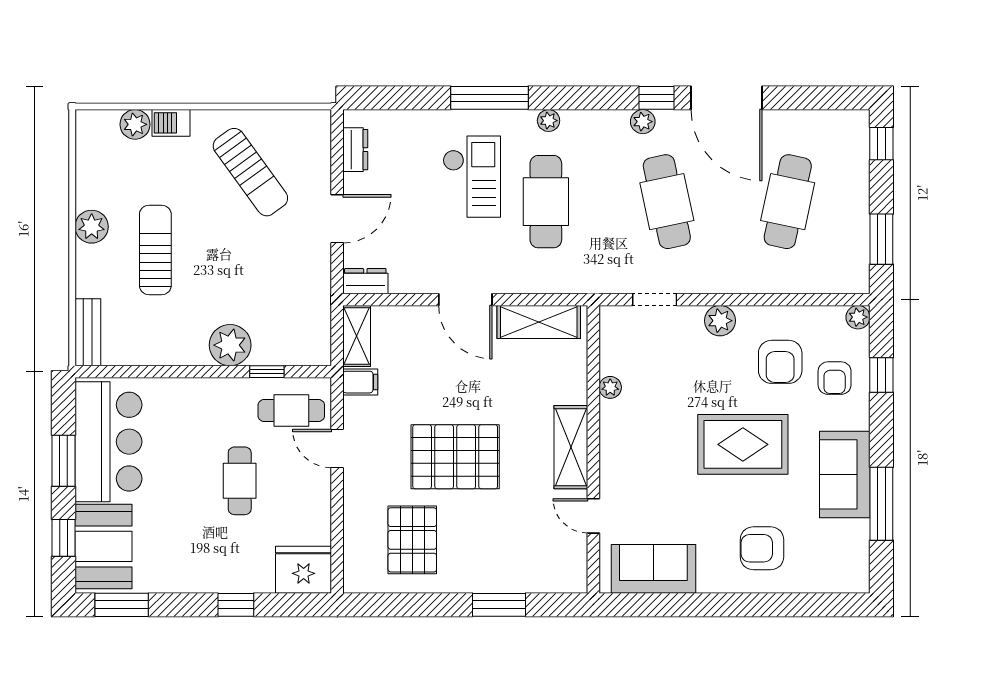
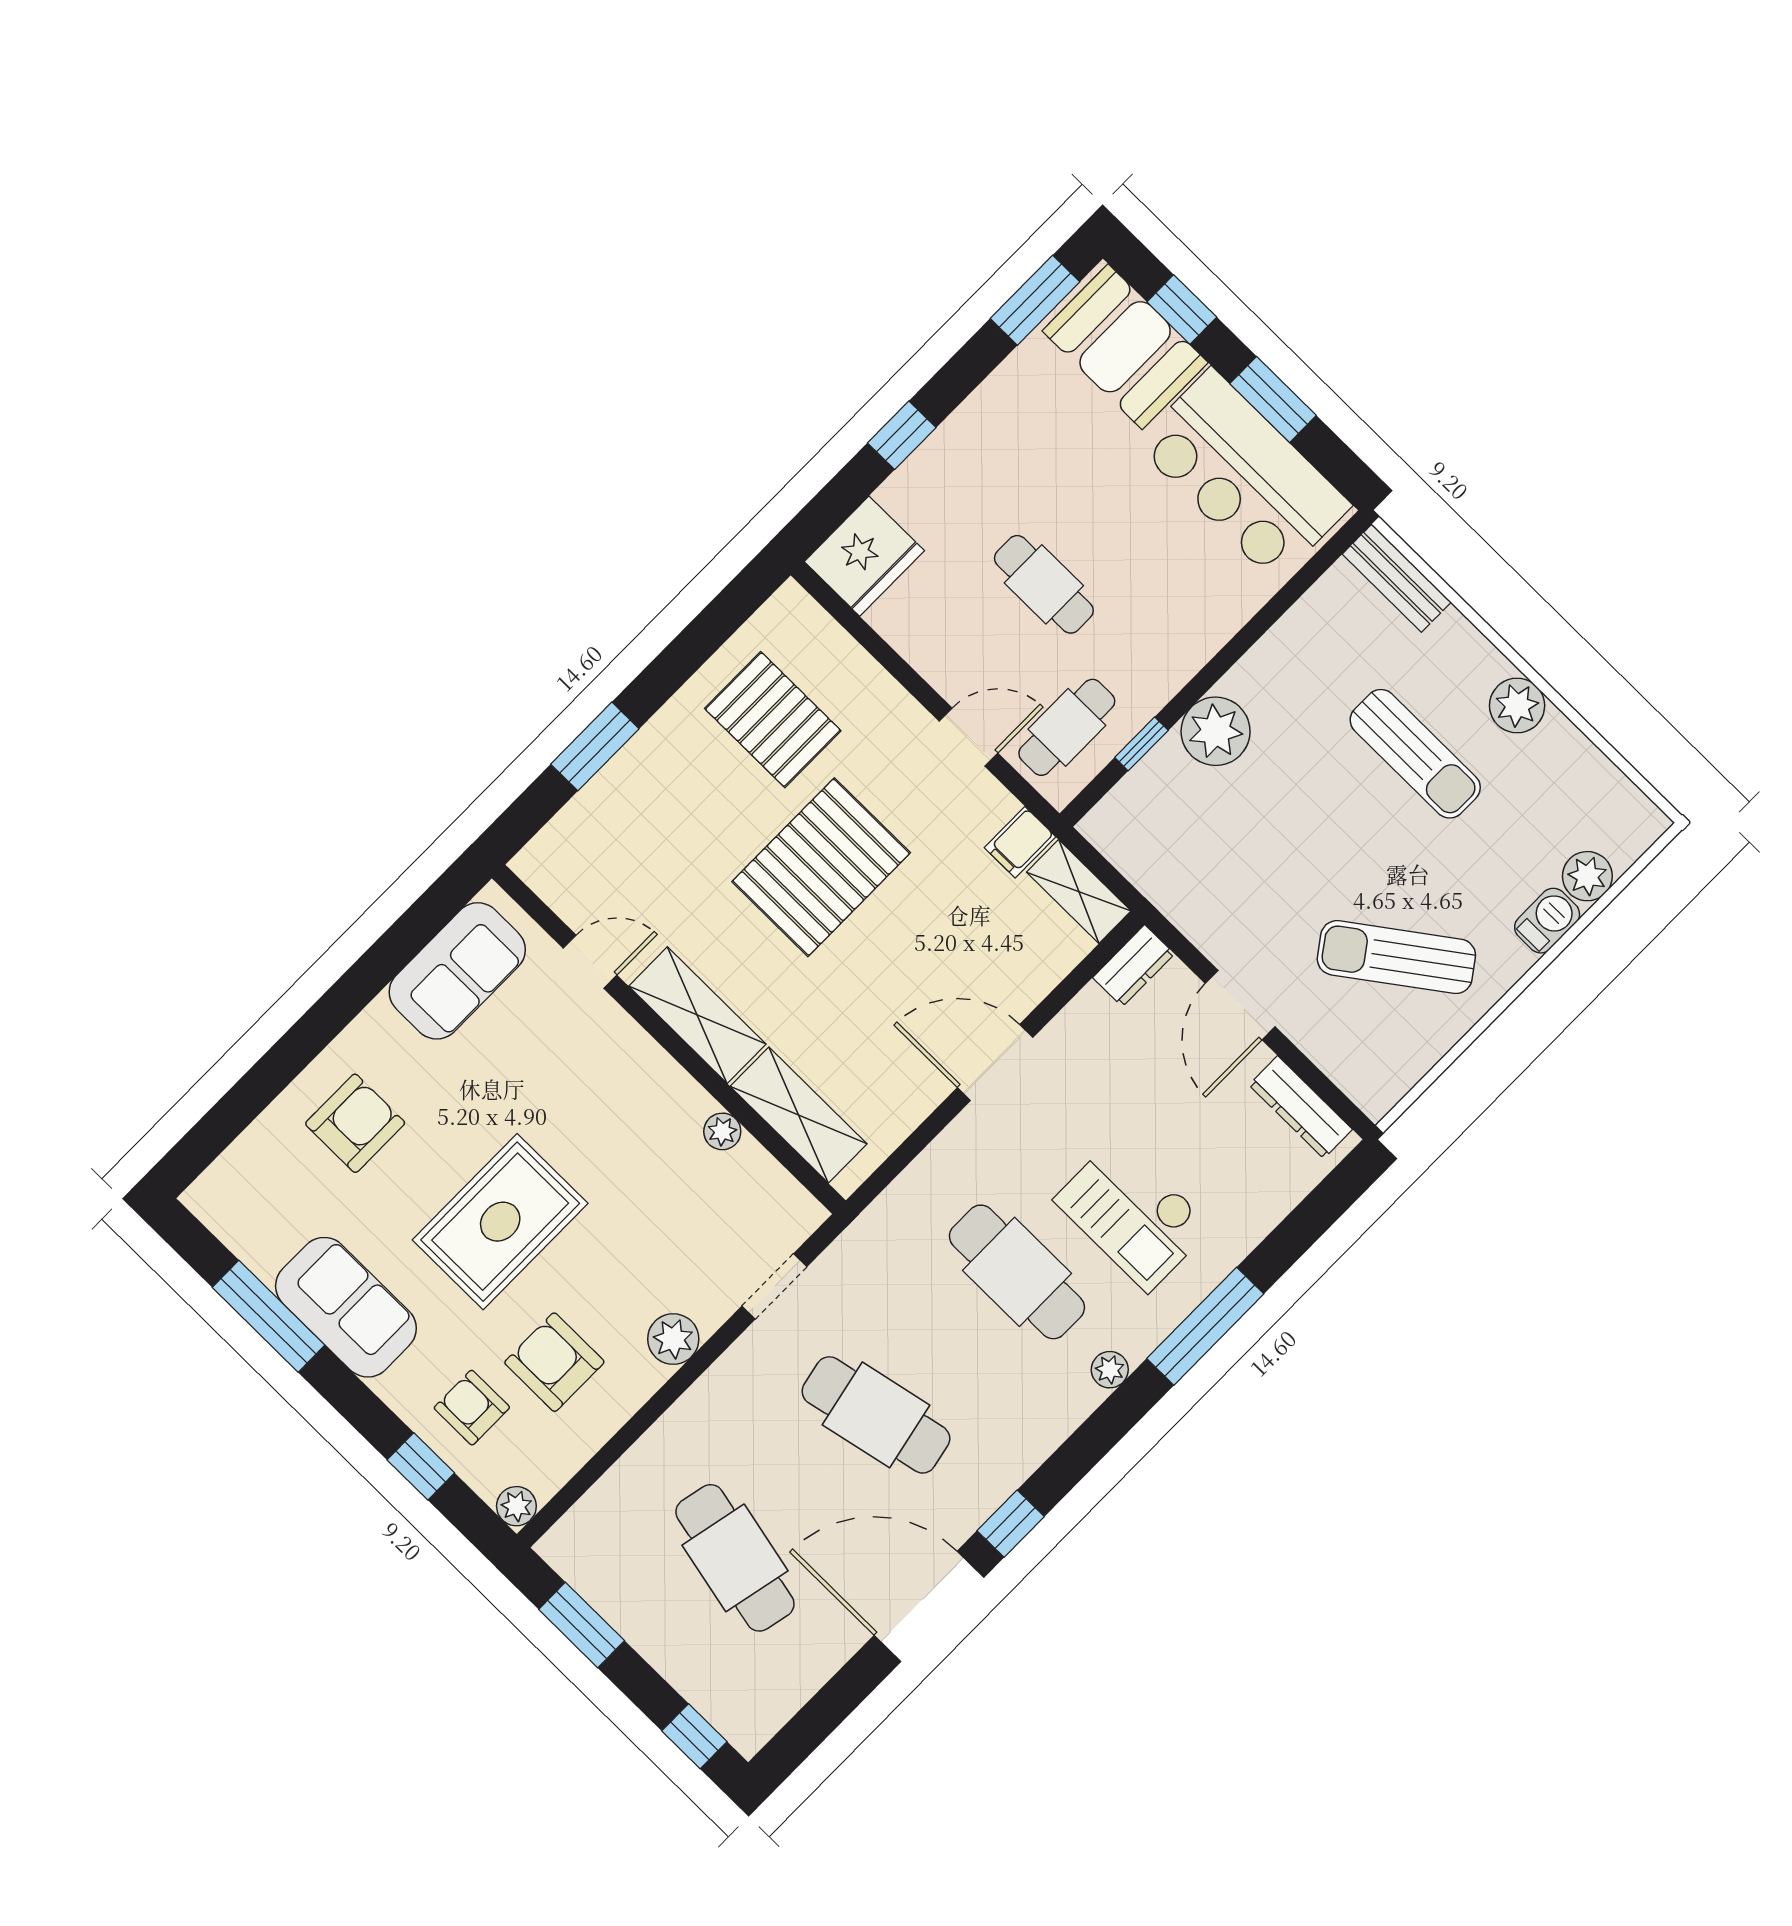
plant: (643, 122) -> (999, 1480), removed
dresser: (355, 150) -> (1301, 1107), width x1.44
shelving: (539, 322) -> (799, 1115), moved, turned 90

